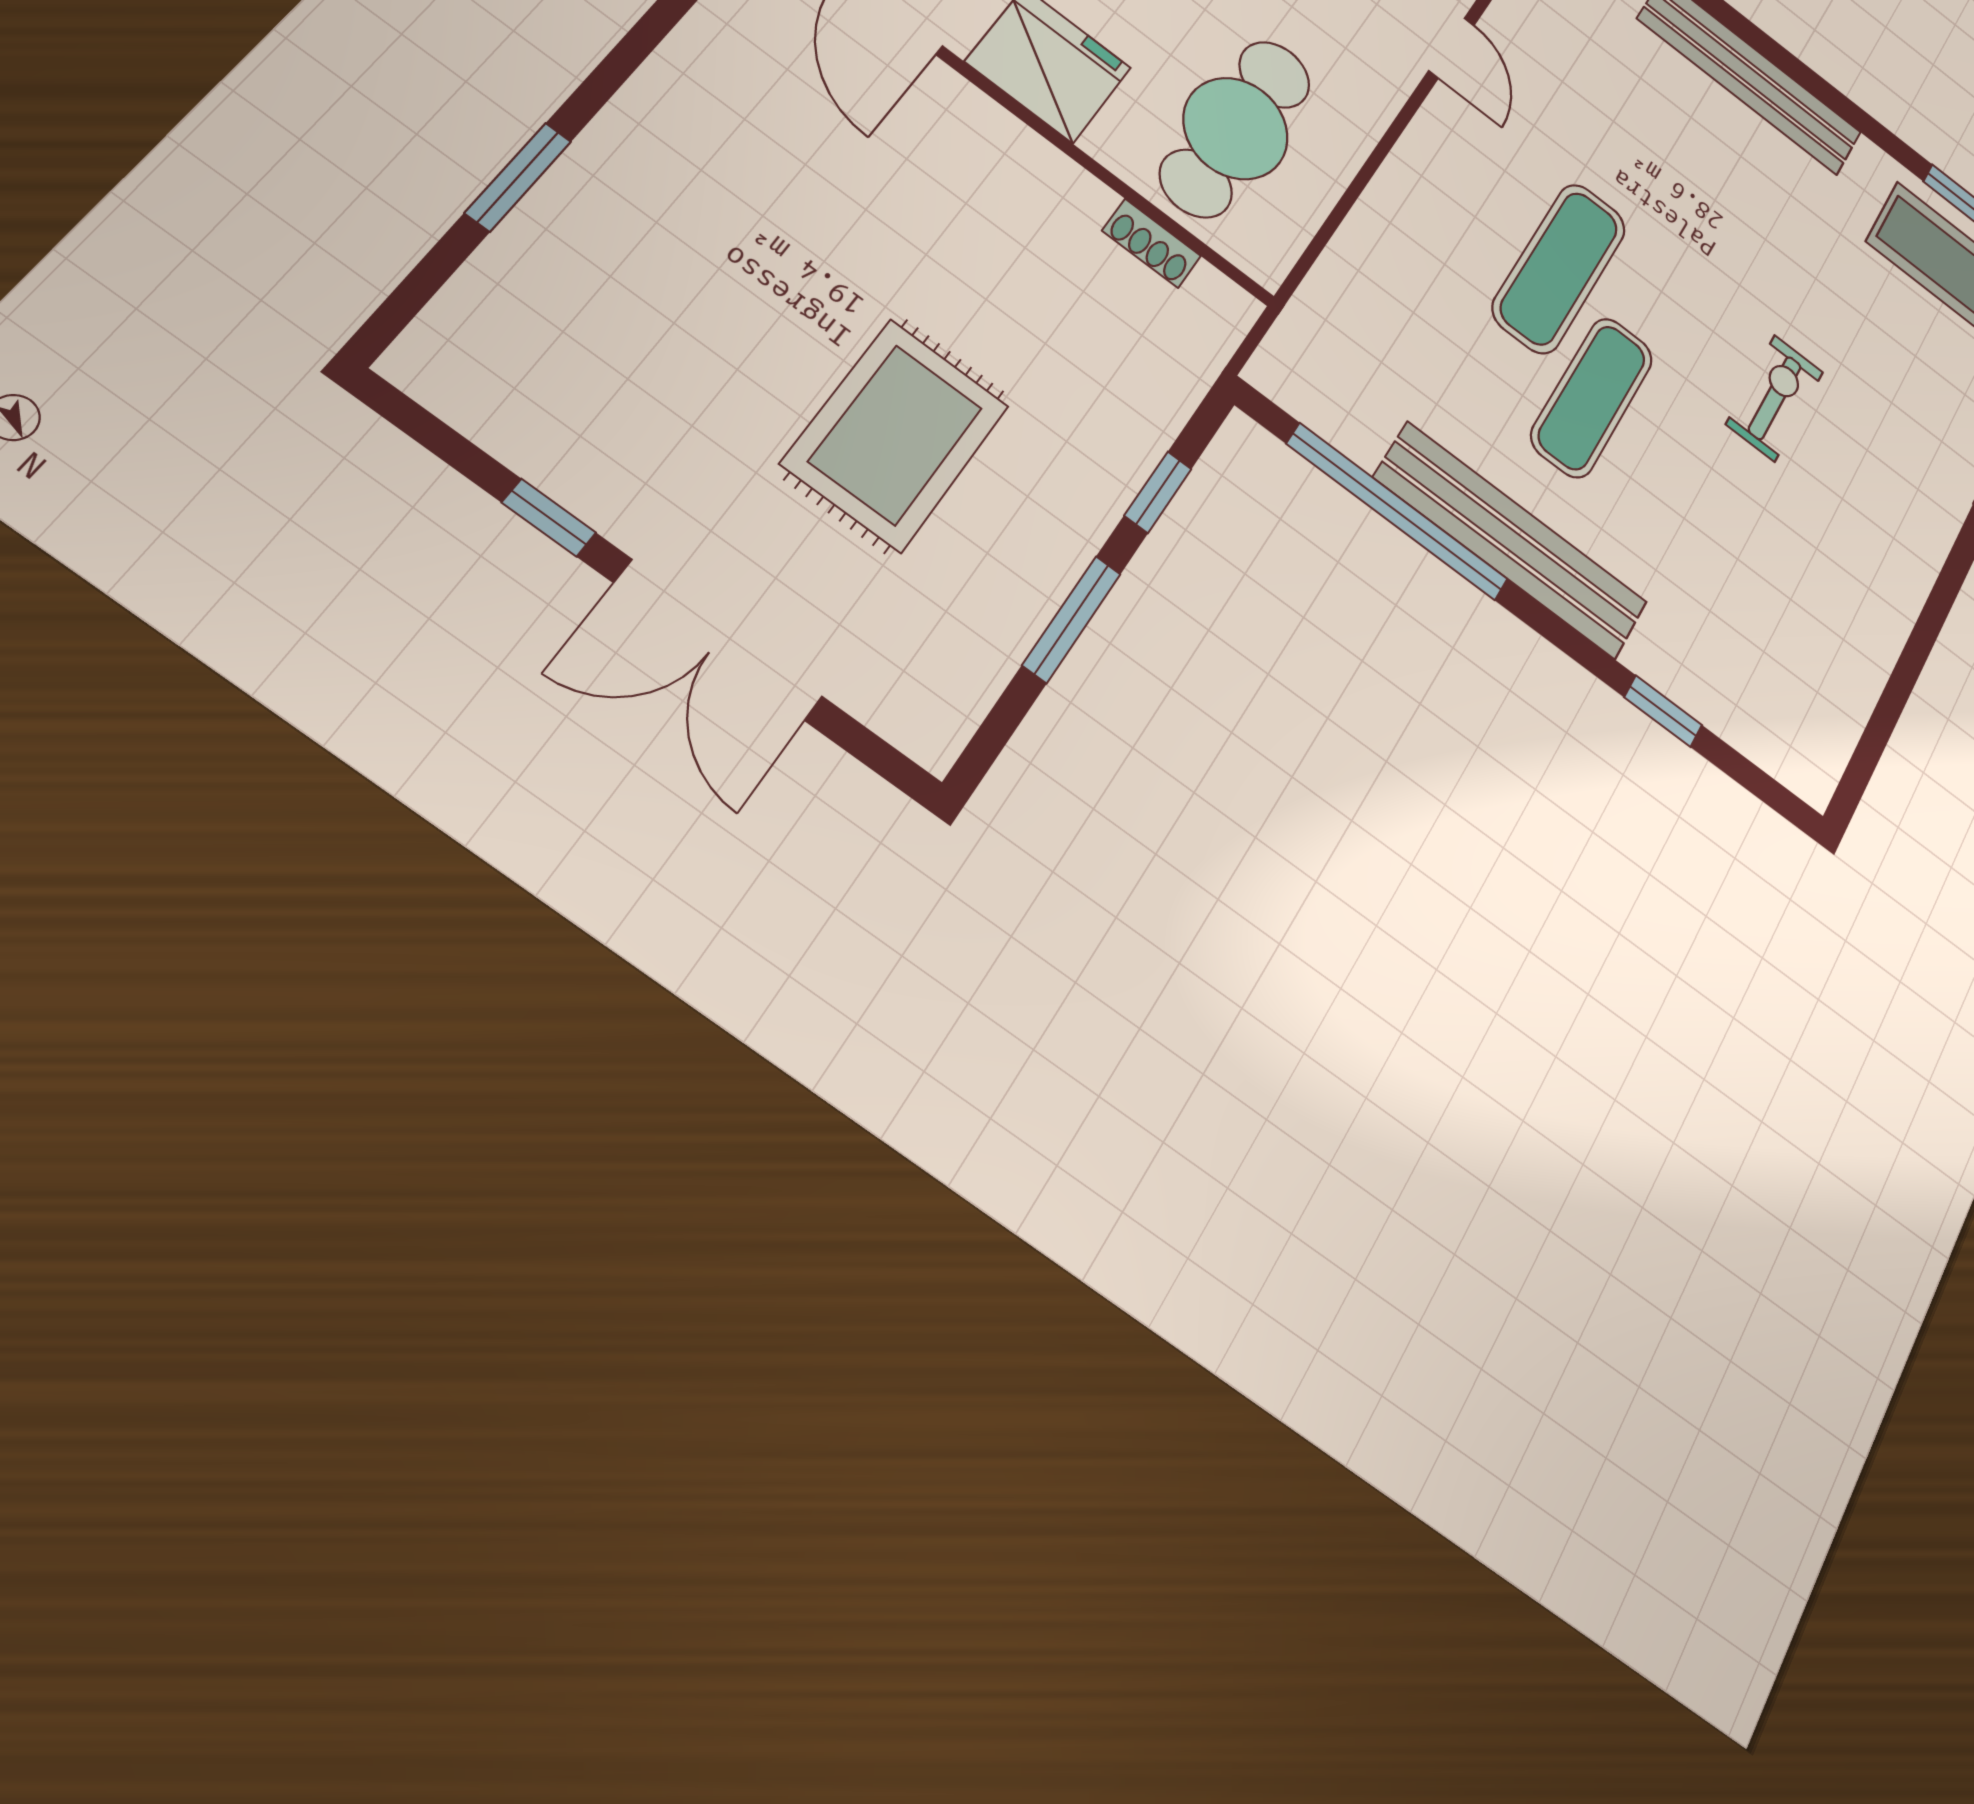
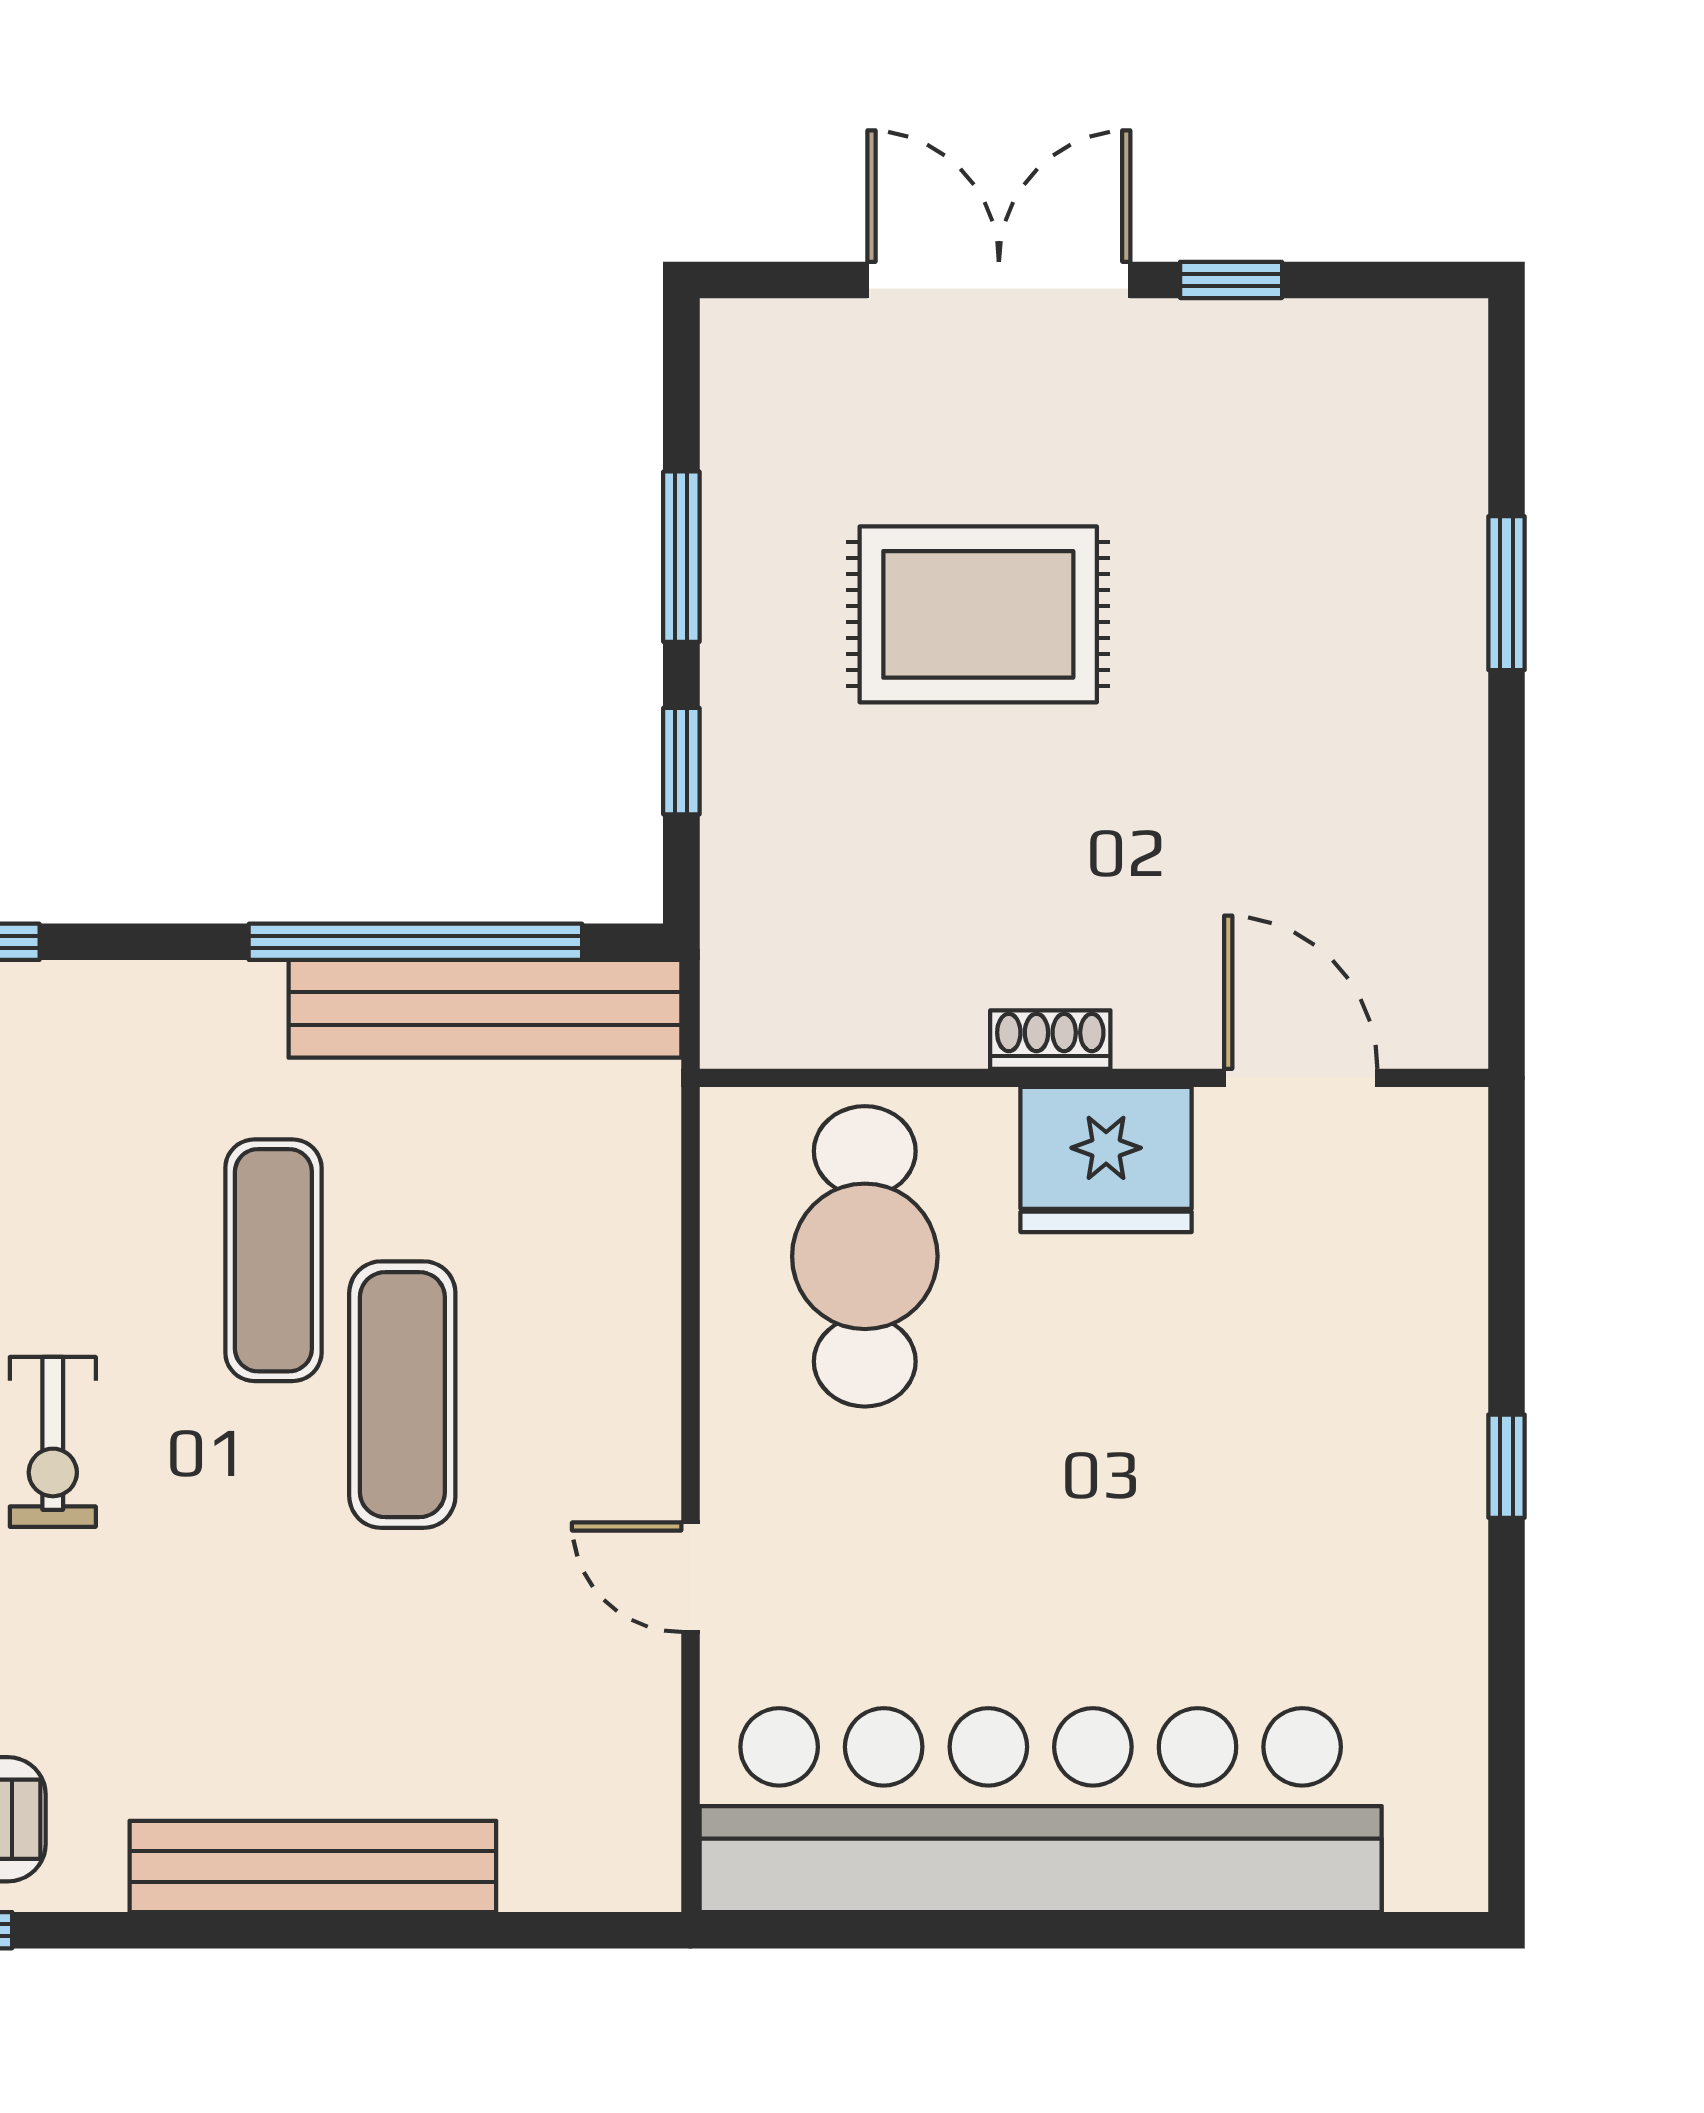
shoe rack: (1152, 243) -> (1050, 1040), moved
rug: (896, 435) -> (978, 614), turned 90
bench: (1511, 540) -> (485, 1009), moved

